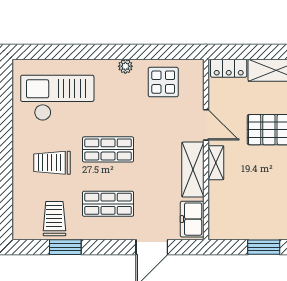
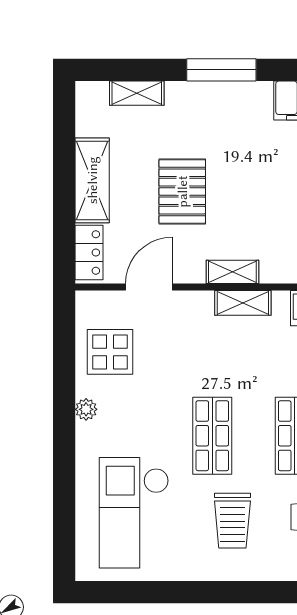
door: (206, 125) -> (149, 287), moved
shelving: (193, 170) -> (243, 303), width x0.67, depth x0.75

